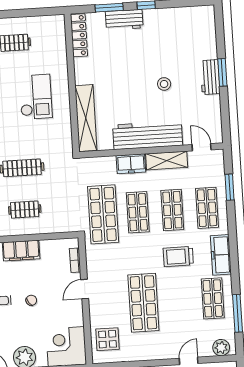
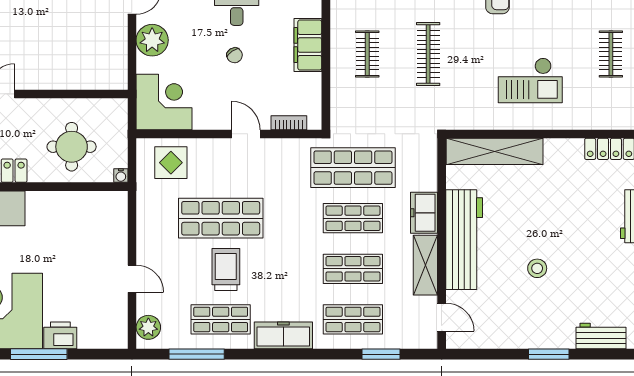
workbench: (210, 77) -> (601, 336), moved
door: (202, 147) -> (442, 317), hinge flipped
trolley: (178, 257) -> (226, 270), moved

